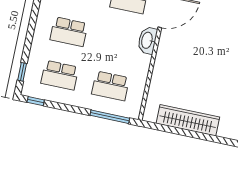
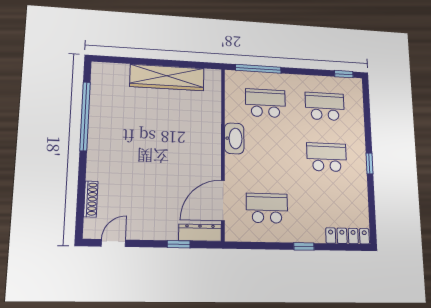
washbasin: (147, 40) -> (234, 138), moved
window: (22, 72) -> (369, 163), moved

